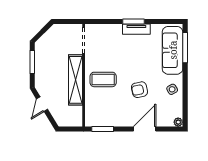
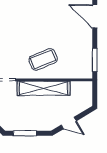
coffee table: (103, 79) -> (43, 59), turned 68
armchair: (139, 90) -> (54, 22), removed

